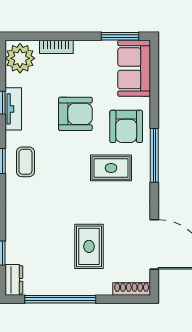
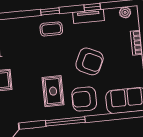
plant: (20, 58) -> (125, 12), width x0.53, depth x0.53
armchair: (75, 114) -> (90, 61), turned -65

